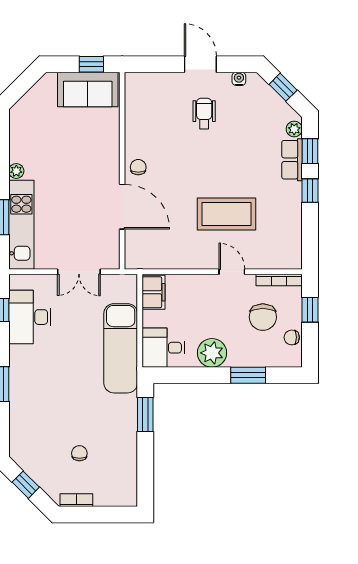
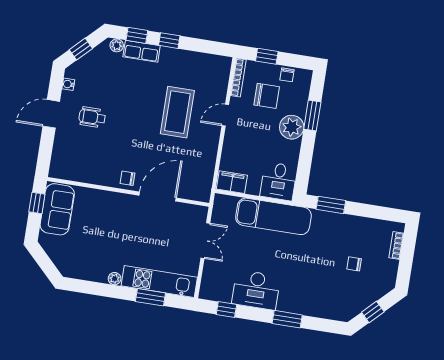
desk: (30, 317) -> (256, 290), moved
plant: (212, 353) -> (292, 127), moved
bookcase: (76, 500) -> (396, 246), moved

